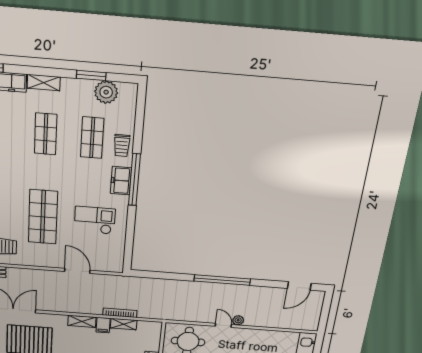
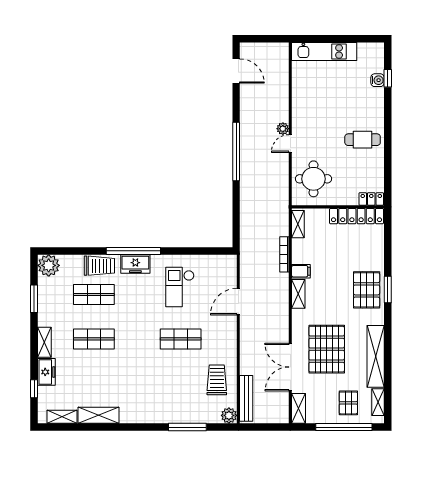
plant: (106, 92) -> (49, 265), moved
trolley: (122, 145) -> (99, 266), width x1.36, depth x1.39
shop shelf: (43, 217) -> (181, 339), width x0.70, depth x0.74
shelving: (124, 324) -> (298, 224), moved

